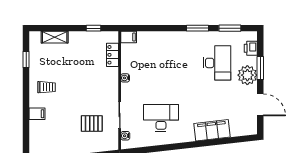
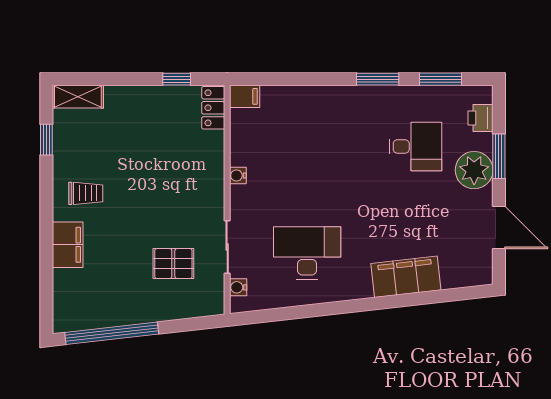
shelving: (55, 37) -> (78, 97), moved
locker: (112, 55) -> (213, 108), moved
desk: (217, 63) -> (415, 146), width x0.73
filing cabinet: (37, 114) -> (68, 245), width x2.00

